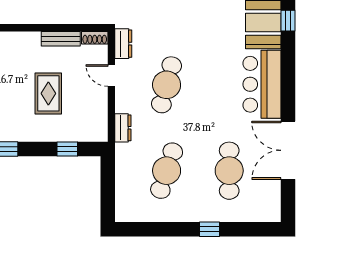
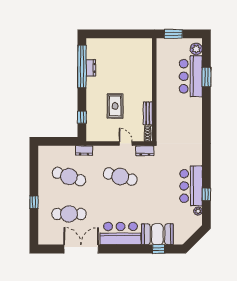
door: (111, 76) -> (126, 144), hinge flipped
rug: (48, 93) -> (115, 106), turned 90
dresser: (123, 128) -> (84, 150), moved

